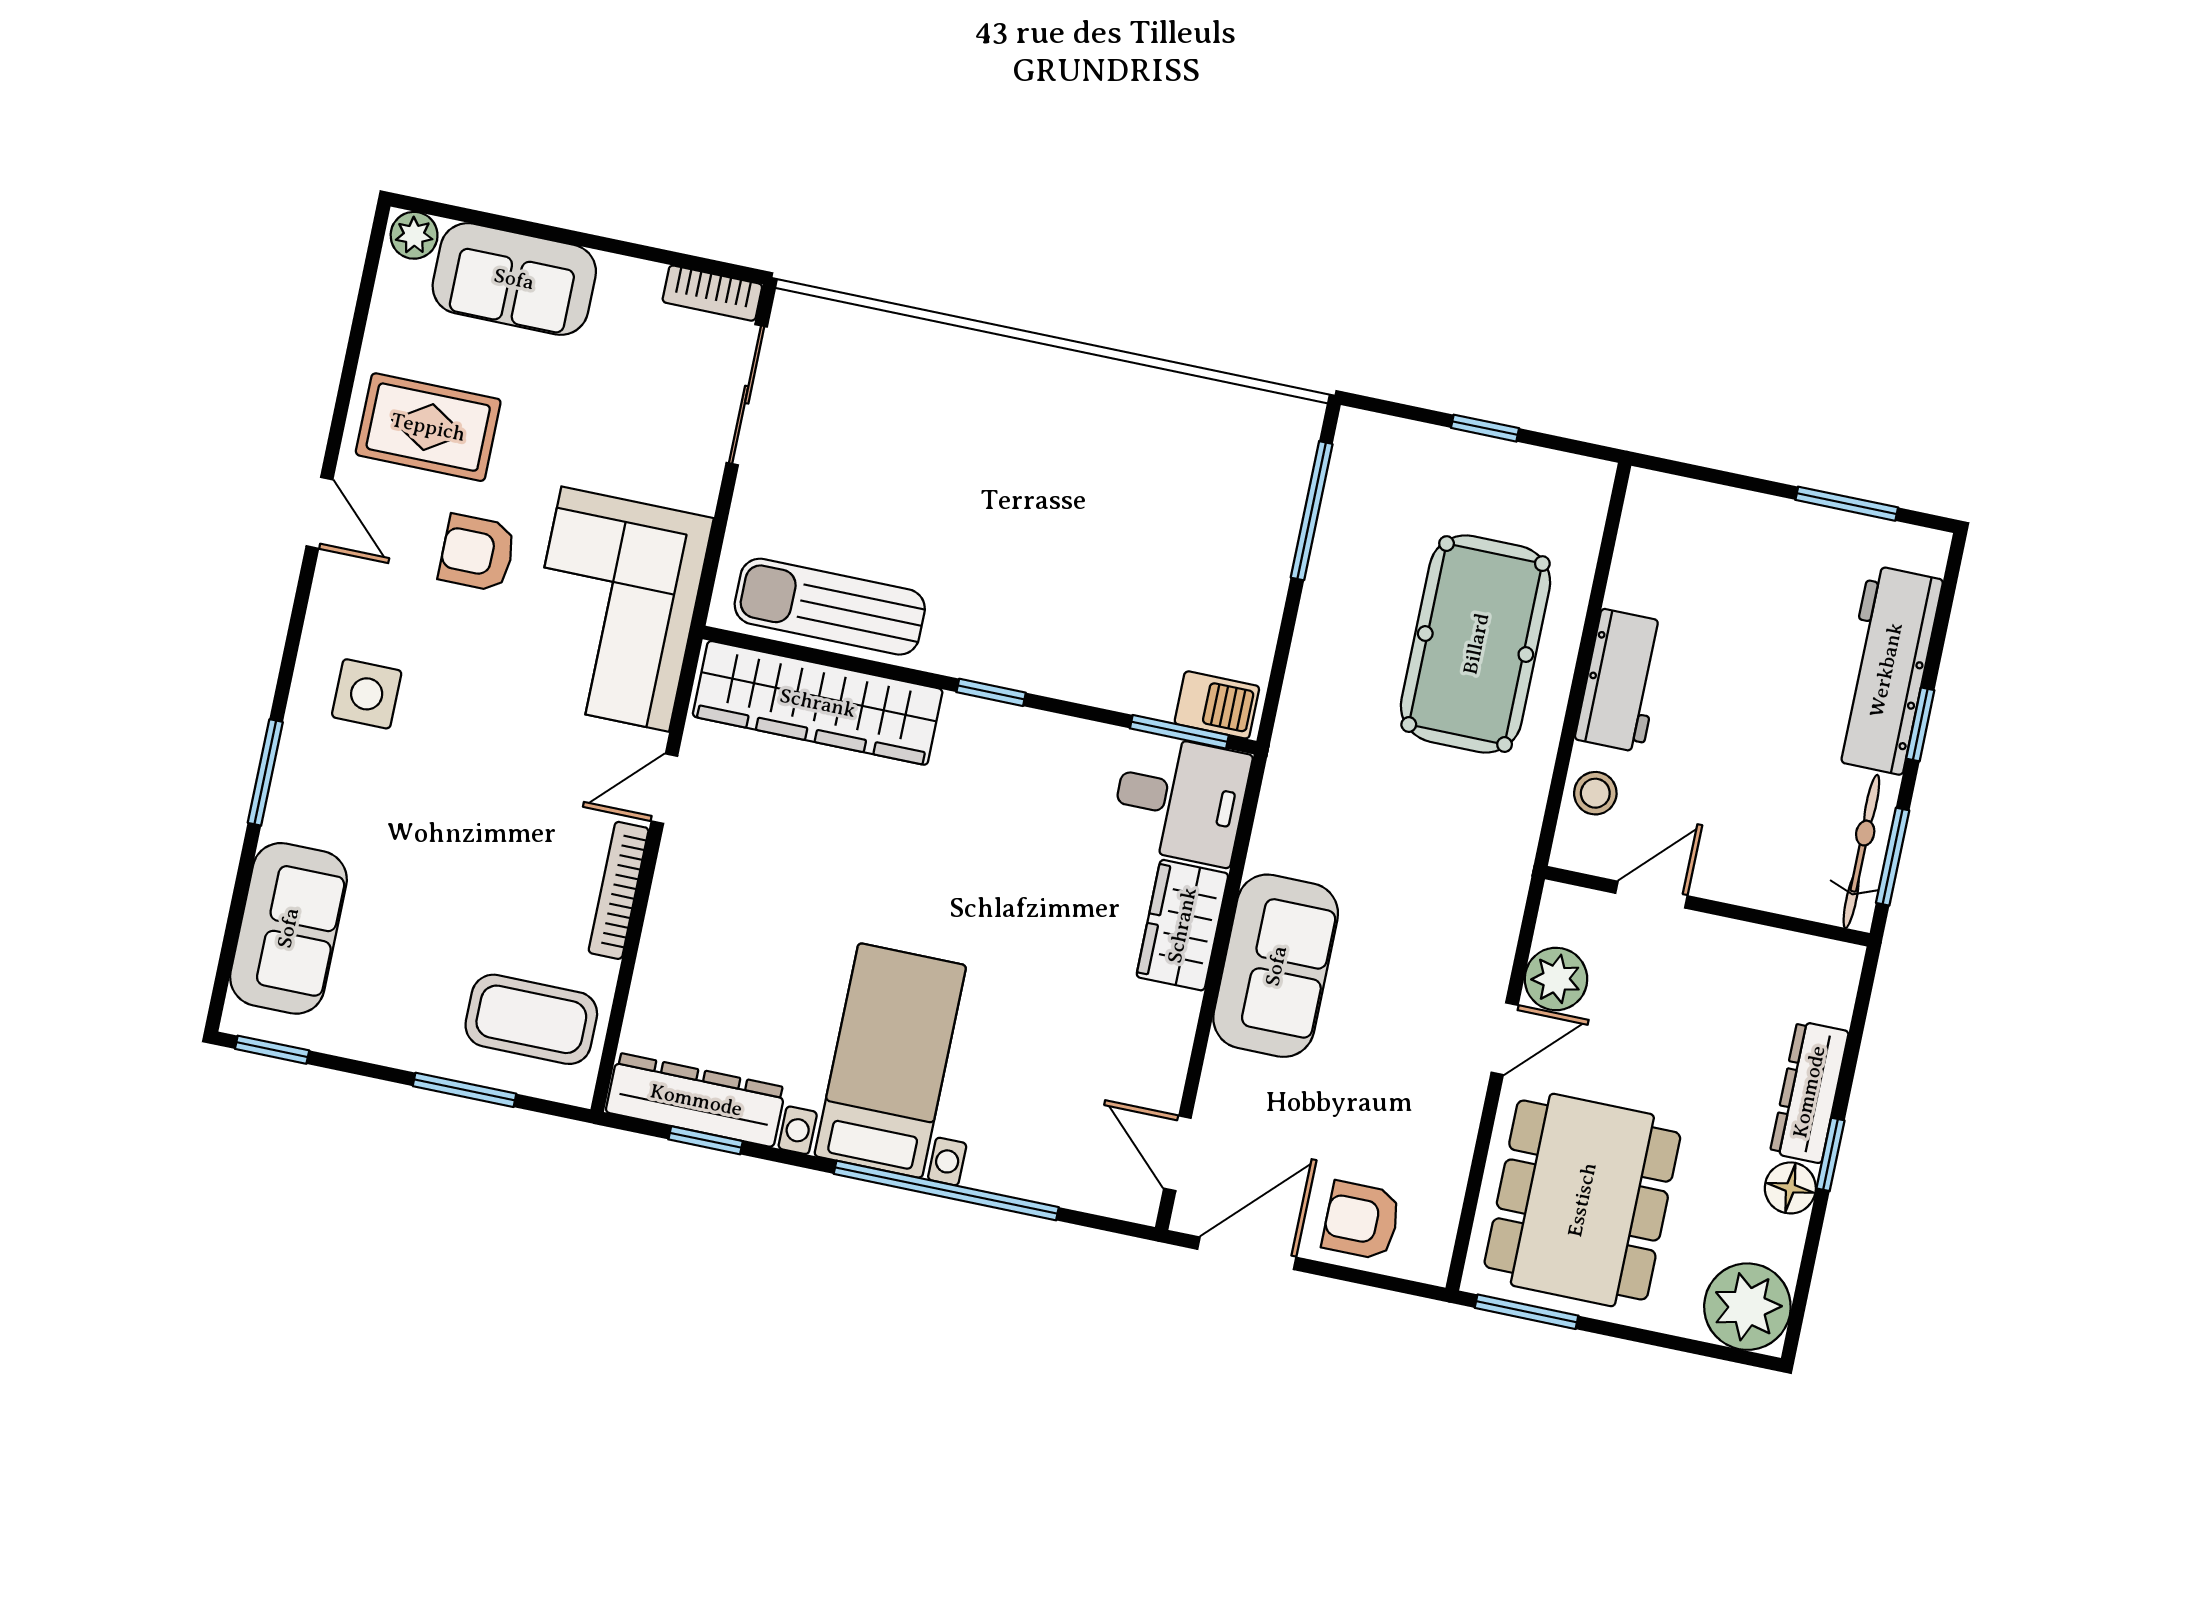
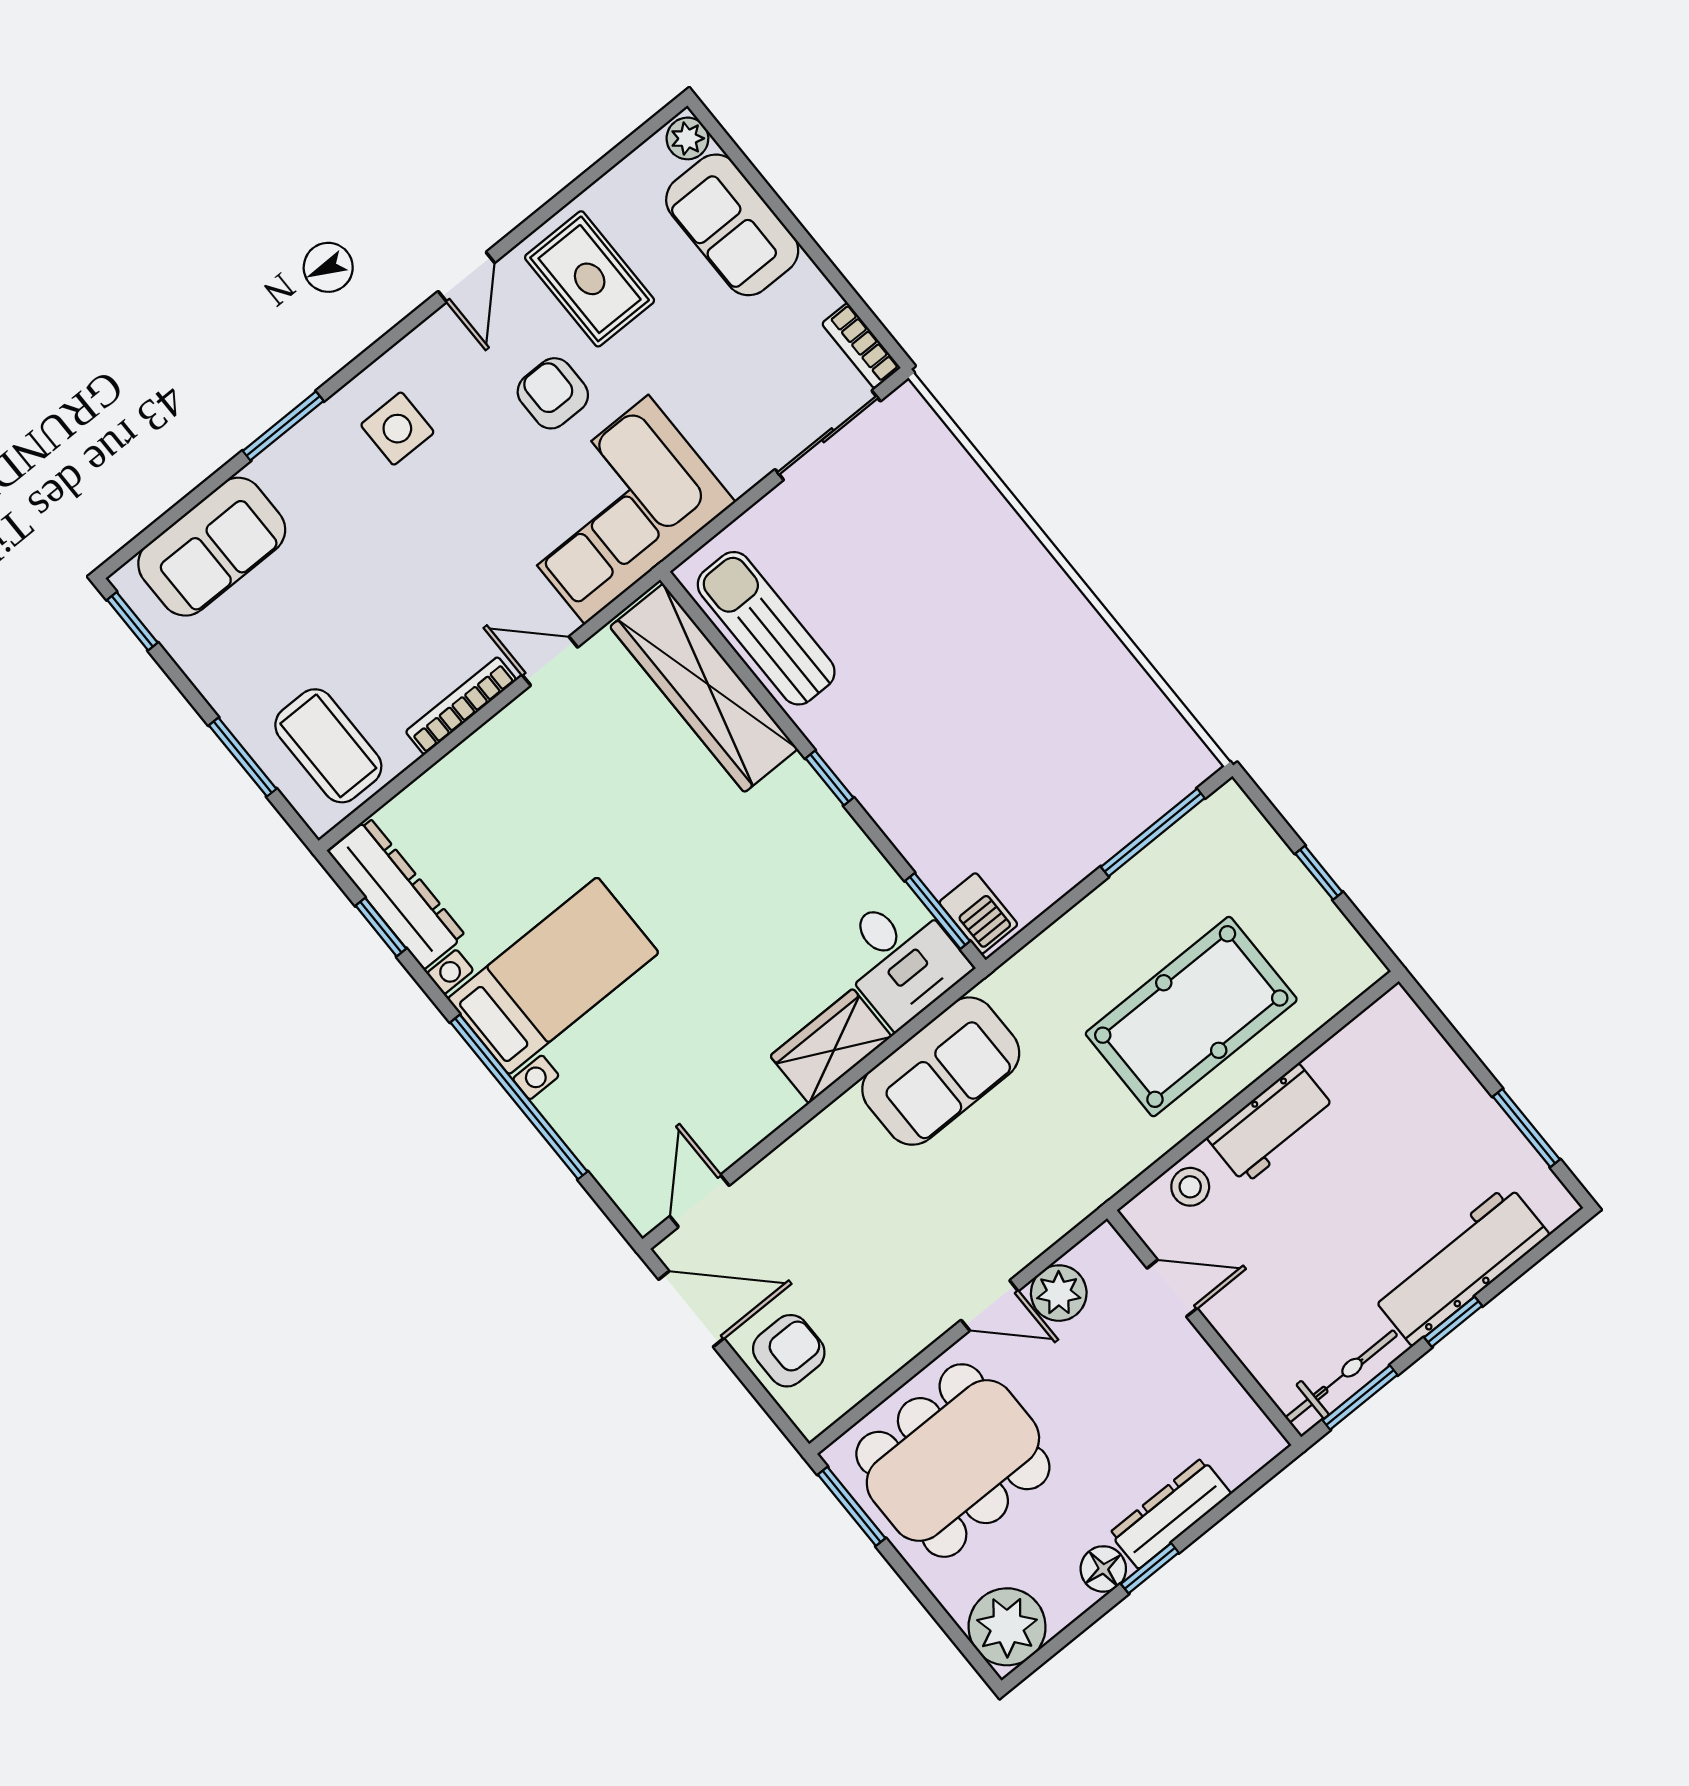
sofa: (1276, 966) -> (941, 1071), moved
armchair: (1361, 1221) -> (789, 1351), turned 90

